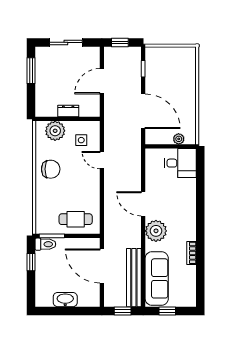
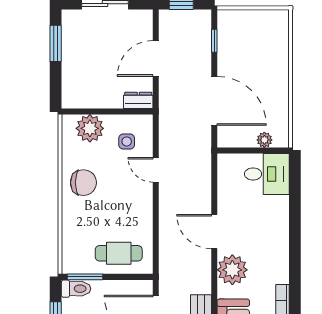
dresser: (68, 111) -> (138, 100), moved

